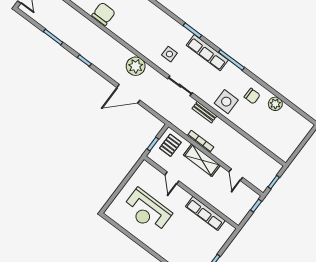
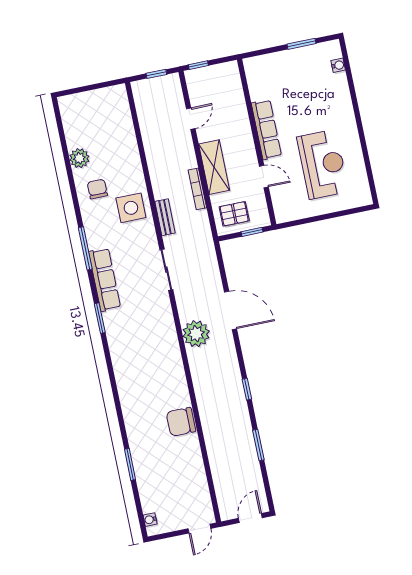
side table: (169, 54) -> (147, 314), removed
door: (172, 178) -> (264, 176), hinge flipped
row of seats: (205, 213) -> (266, 130), moved

